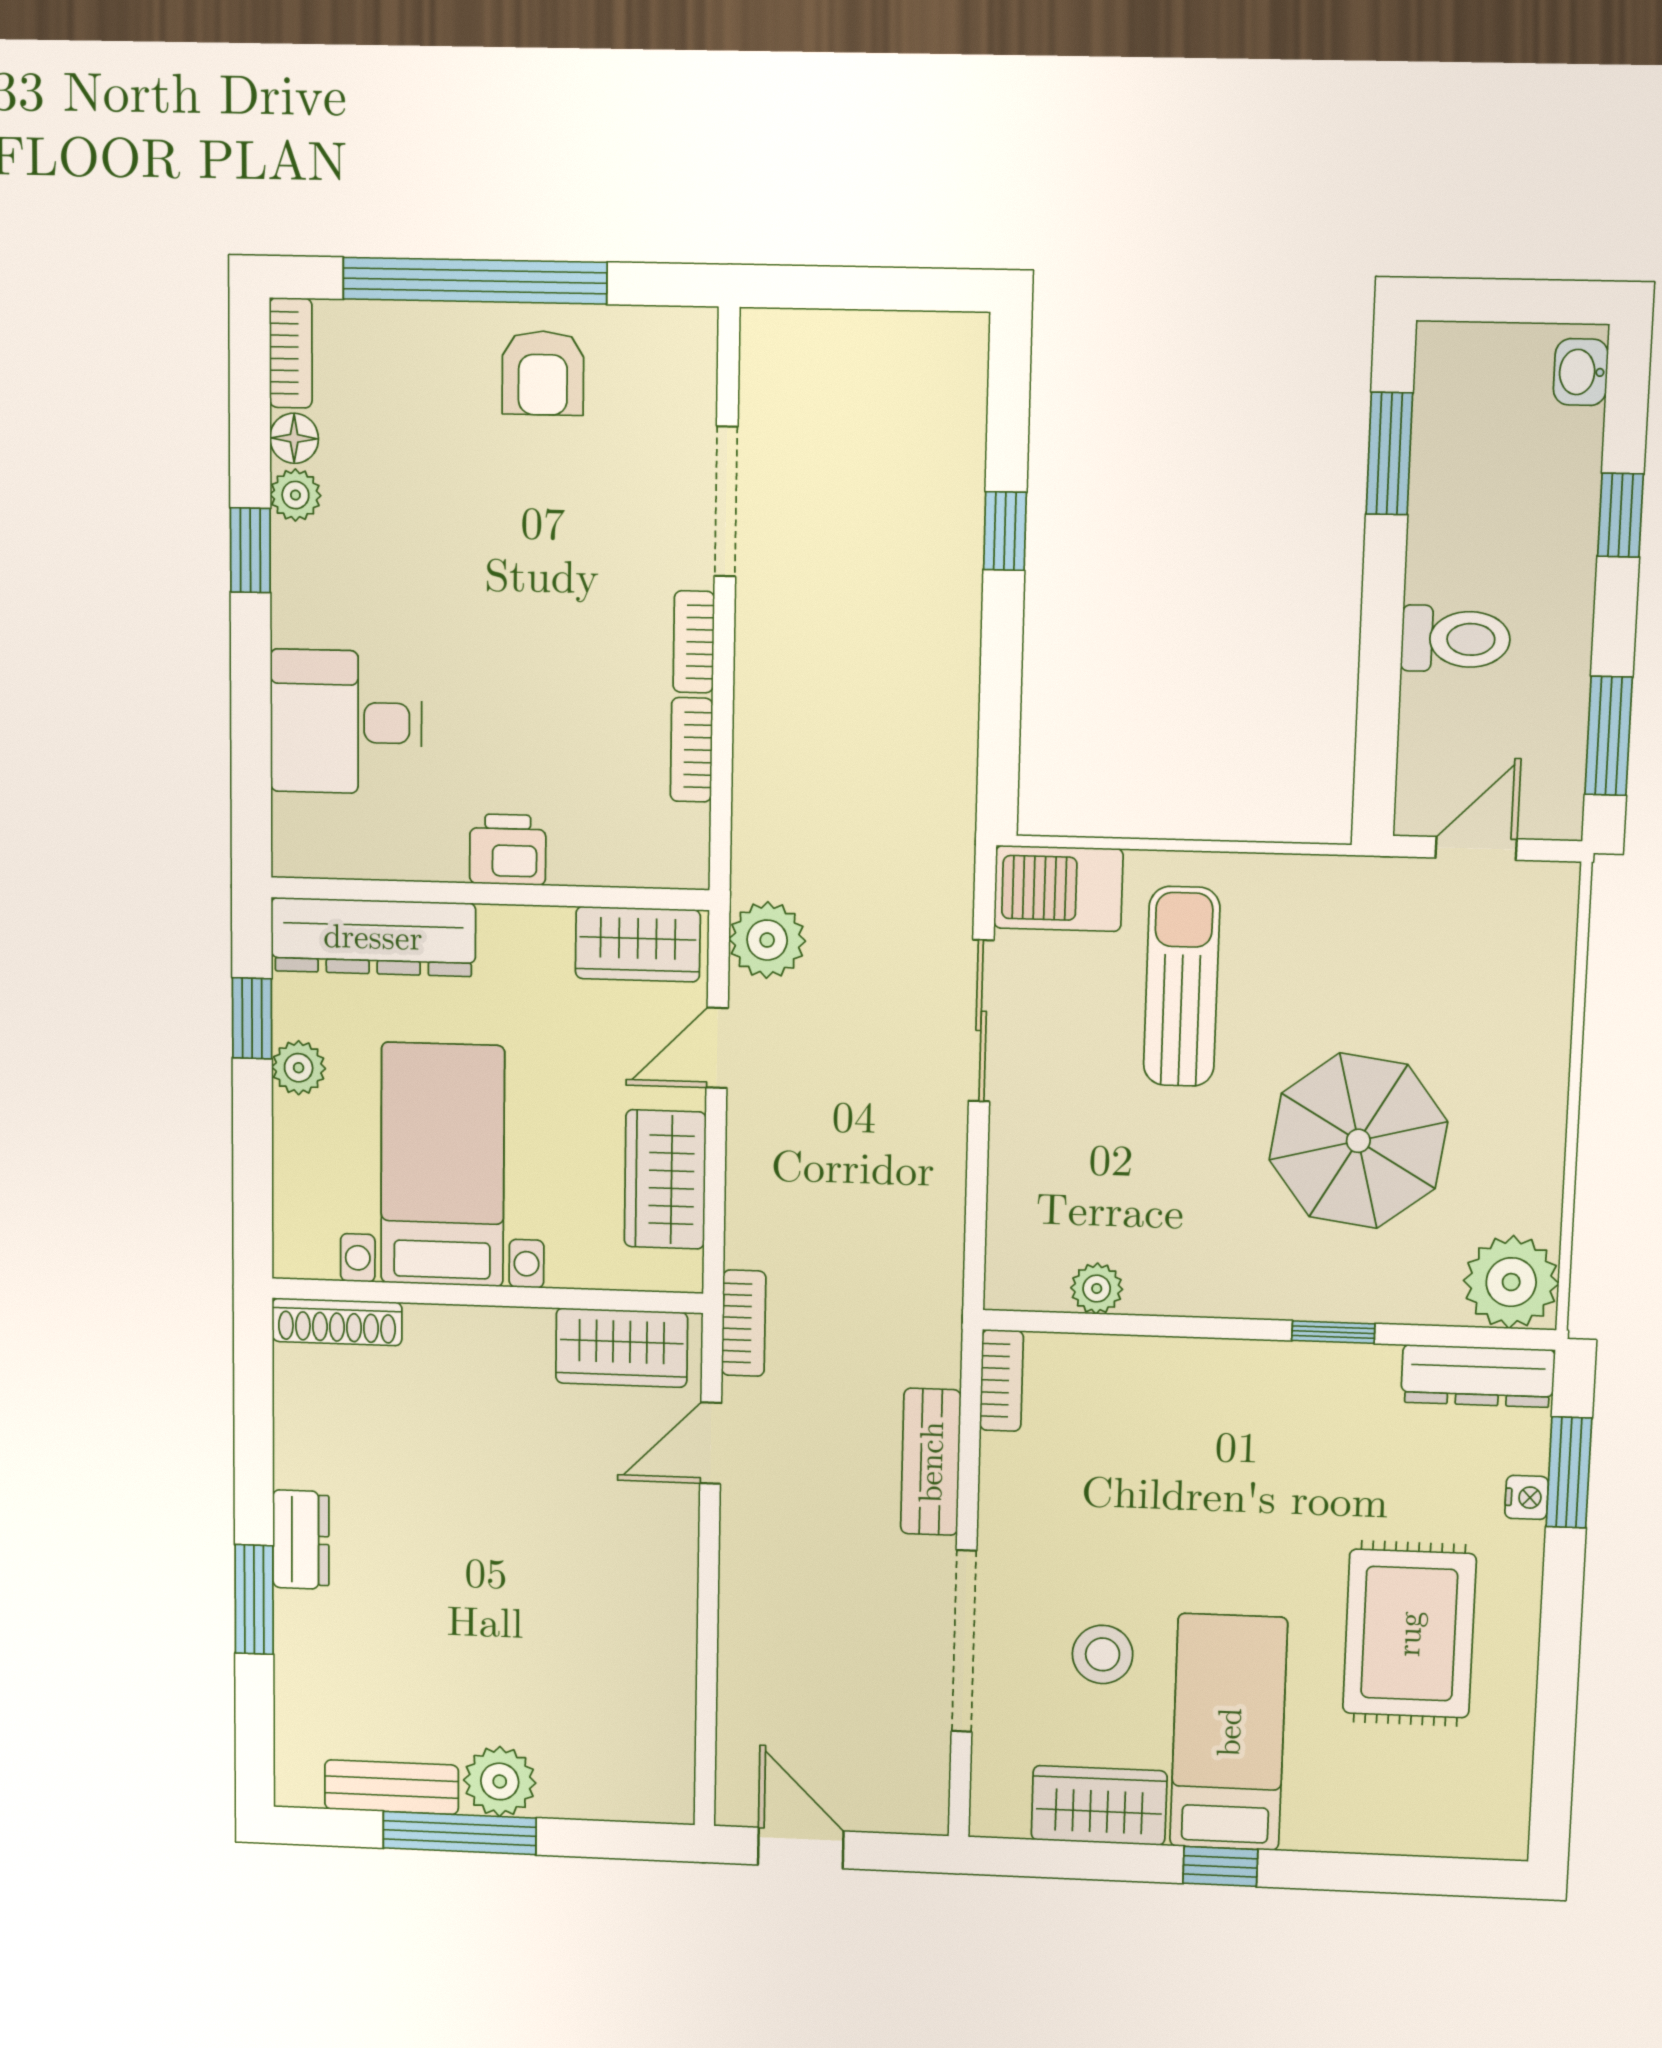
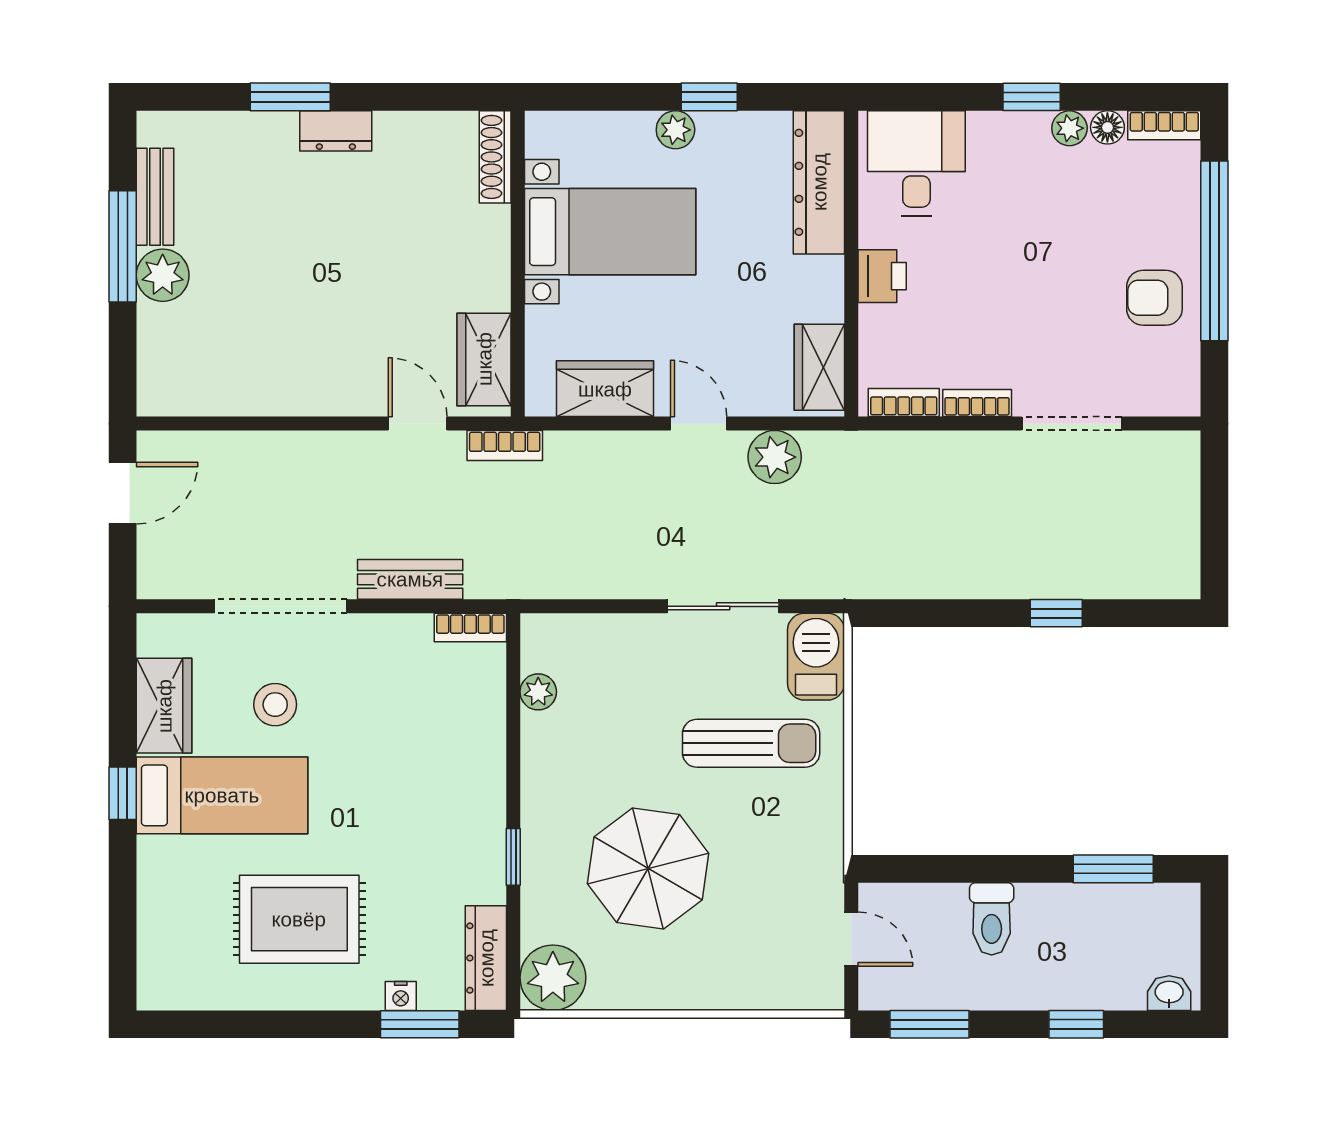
printer: (508, 850) -> (882, 276), moved
wall: (490, 894) -> (851, 264), moved
dresser: (373, 937) -> (819, 182), moved
wardrobe: (638, 944) -> (819, 367), moved

